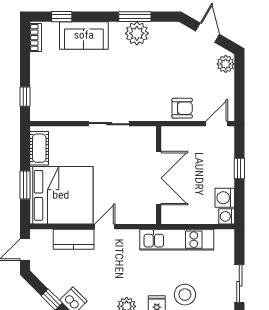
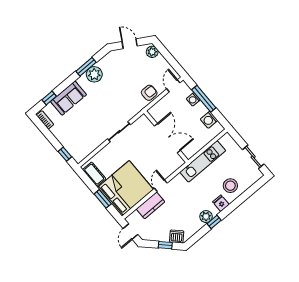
window: (239, 168) -> (204, 99), width x2.17
washing machine: (227, 216) -> (193, 99), moved

